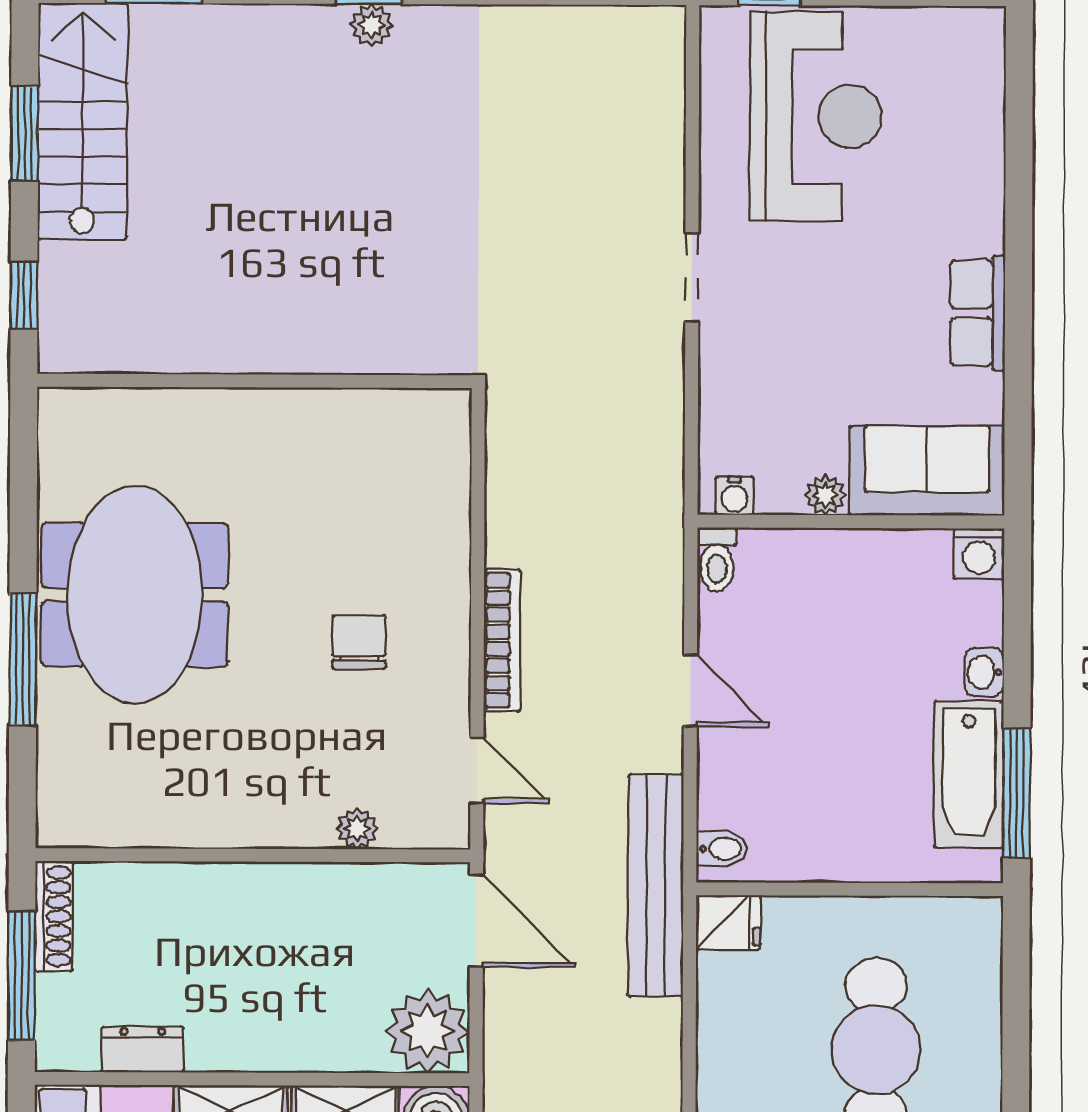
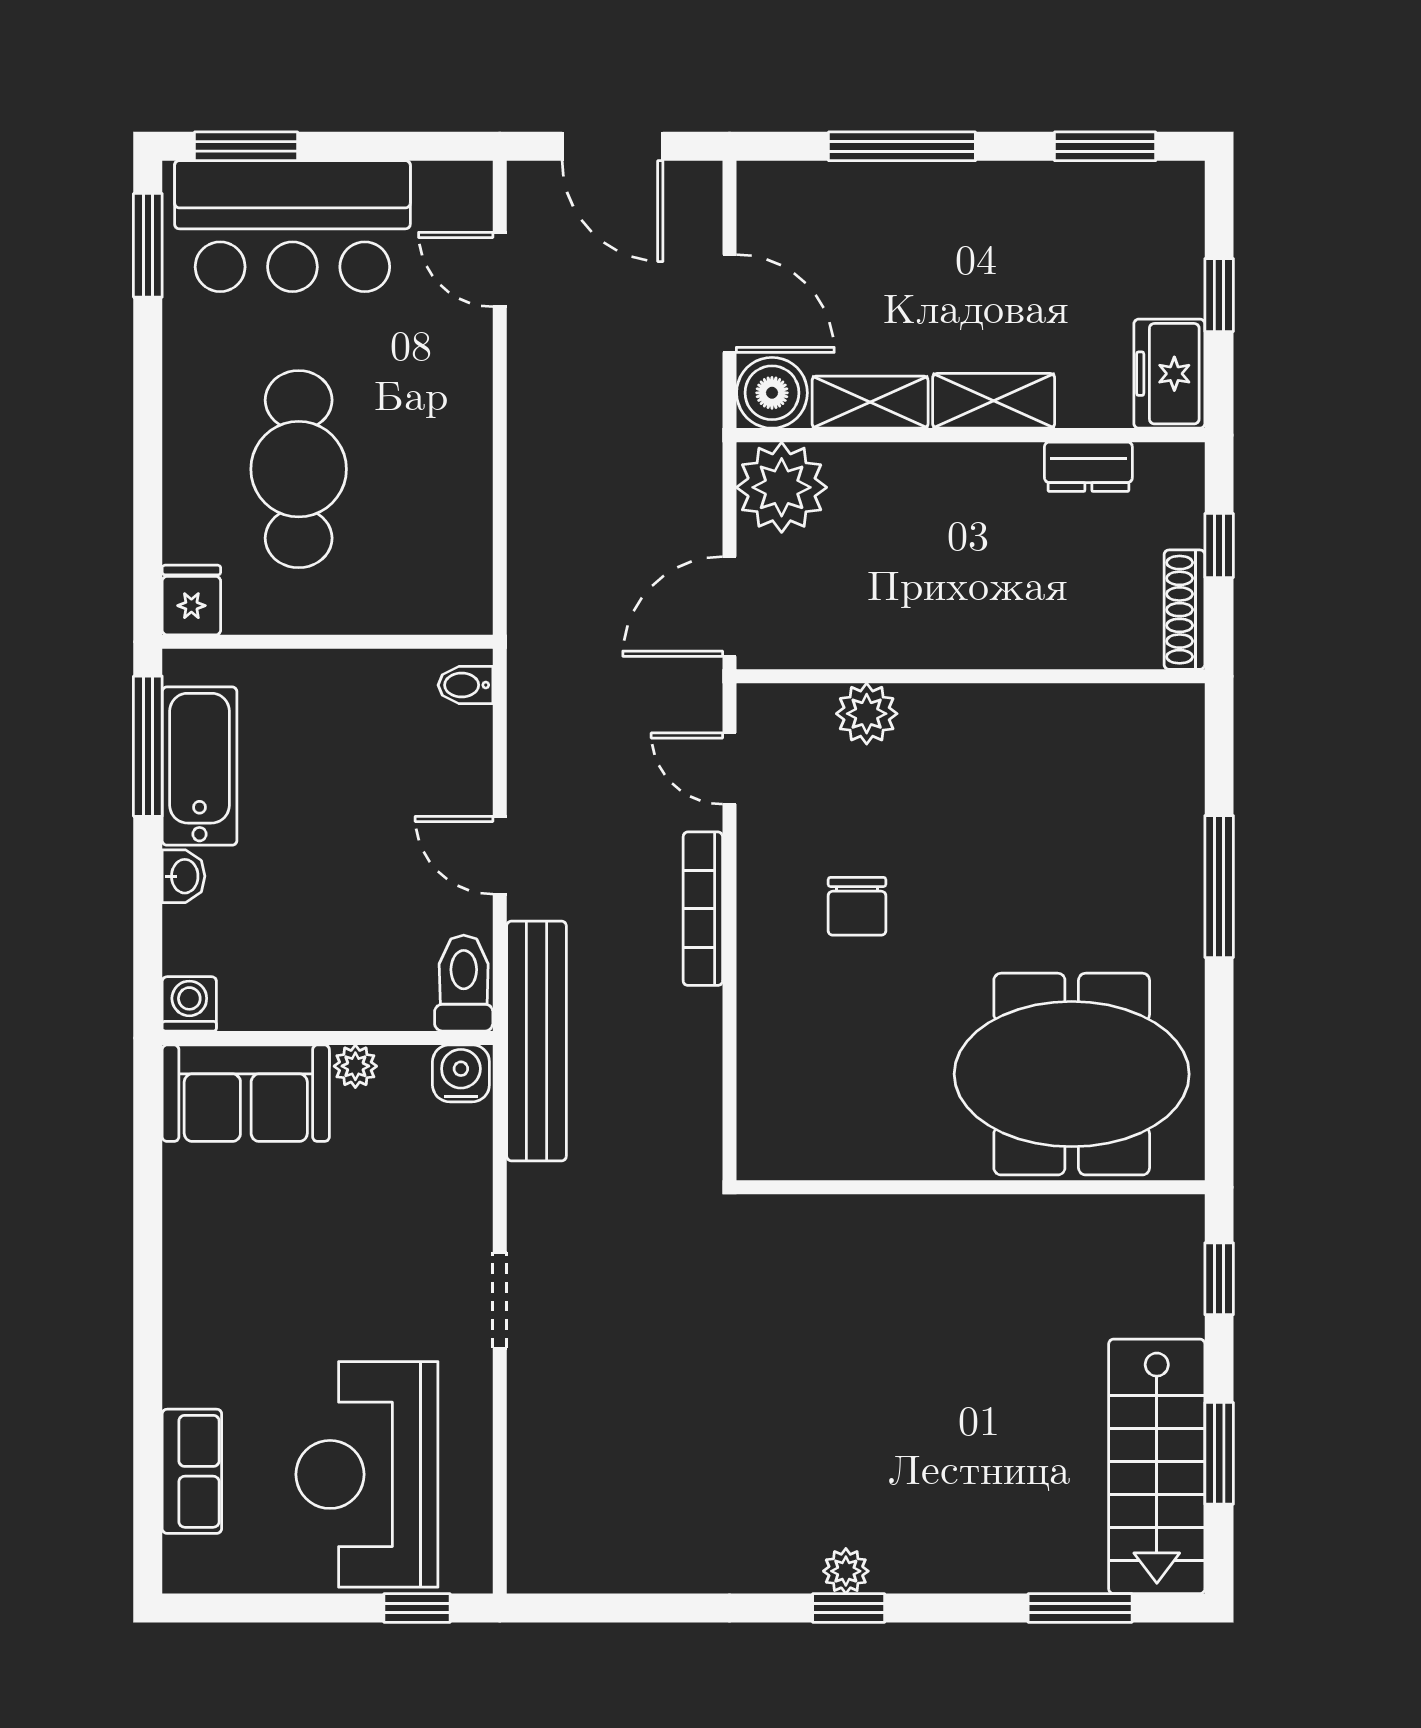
row of seats: (978, 313) -> (192, 1471), moved
water cooler: (734, 496) -> (461, 1073), width x1.38, depth x1.38
toilet: (717, 560) -> (464, 983), width x1.37, depth x1.39
meeting table: (135, 595) -> (1072, 1074), moved, turned 90
plant: (357, 829) -> (867, 714), width x1.38, depth x1.38
bench: (656, 885) -> (536, 1041), moved
door: (476, 921) -> (729, 606), hinge flipped
fridge: (728, 922) -> (191, 600), moved, turned 90
window: (22, 976) -> (1219, 545), width x0.46

